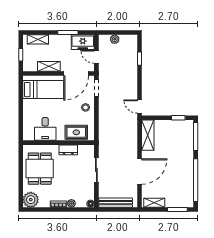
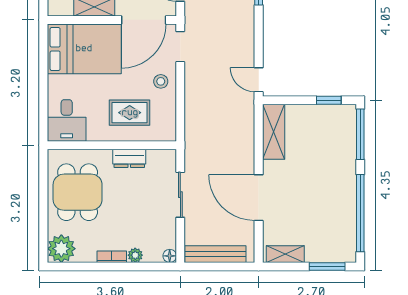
bed: (43, 90) -> (84, 49), width x1.50
desk: (45, 129) -> (67, 120), moved
rug: (76, 132) -> (130, 113), moved
door: (140, 172) -> (259, 198), swing flipped

